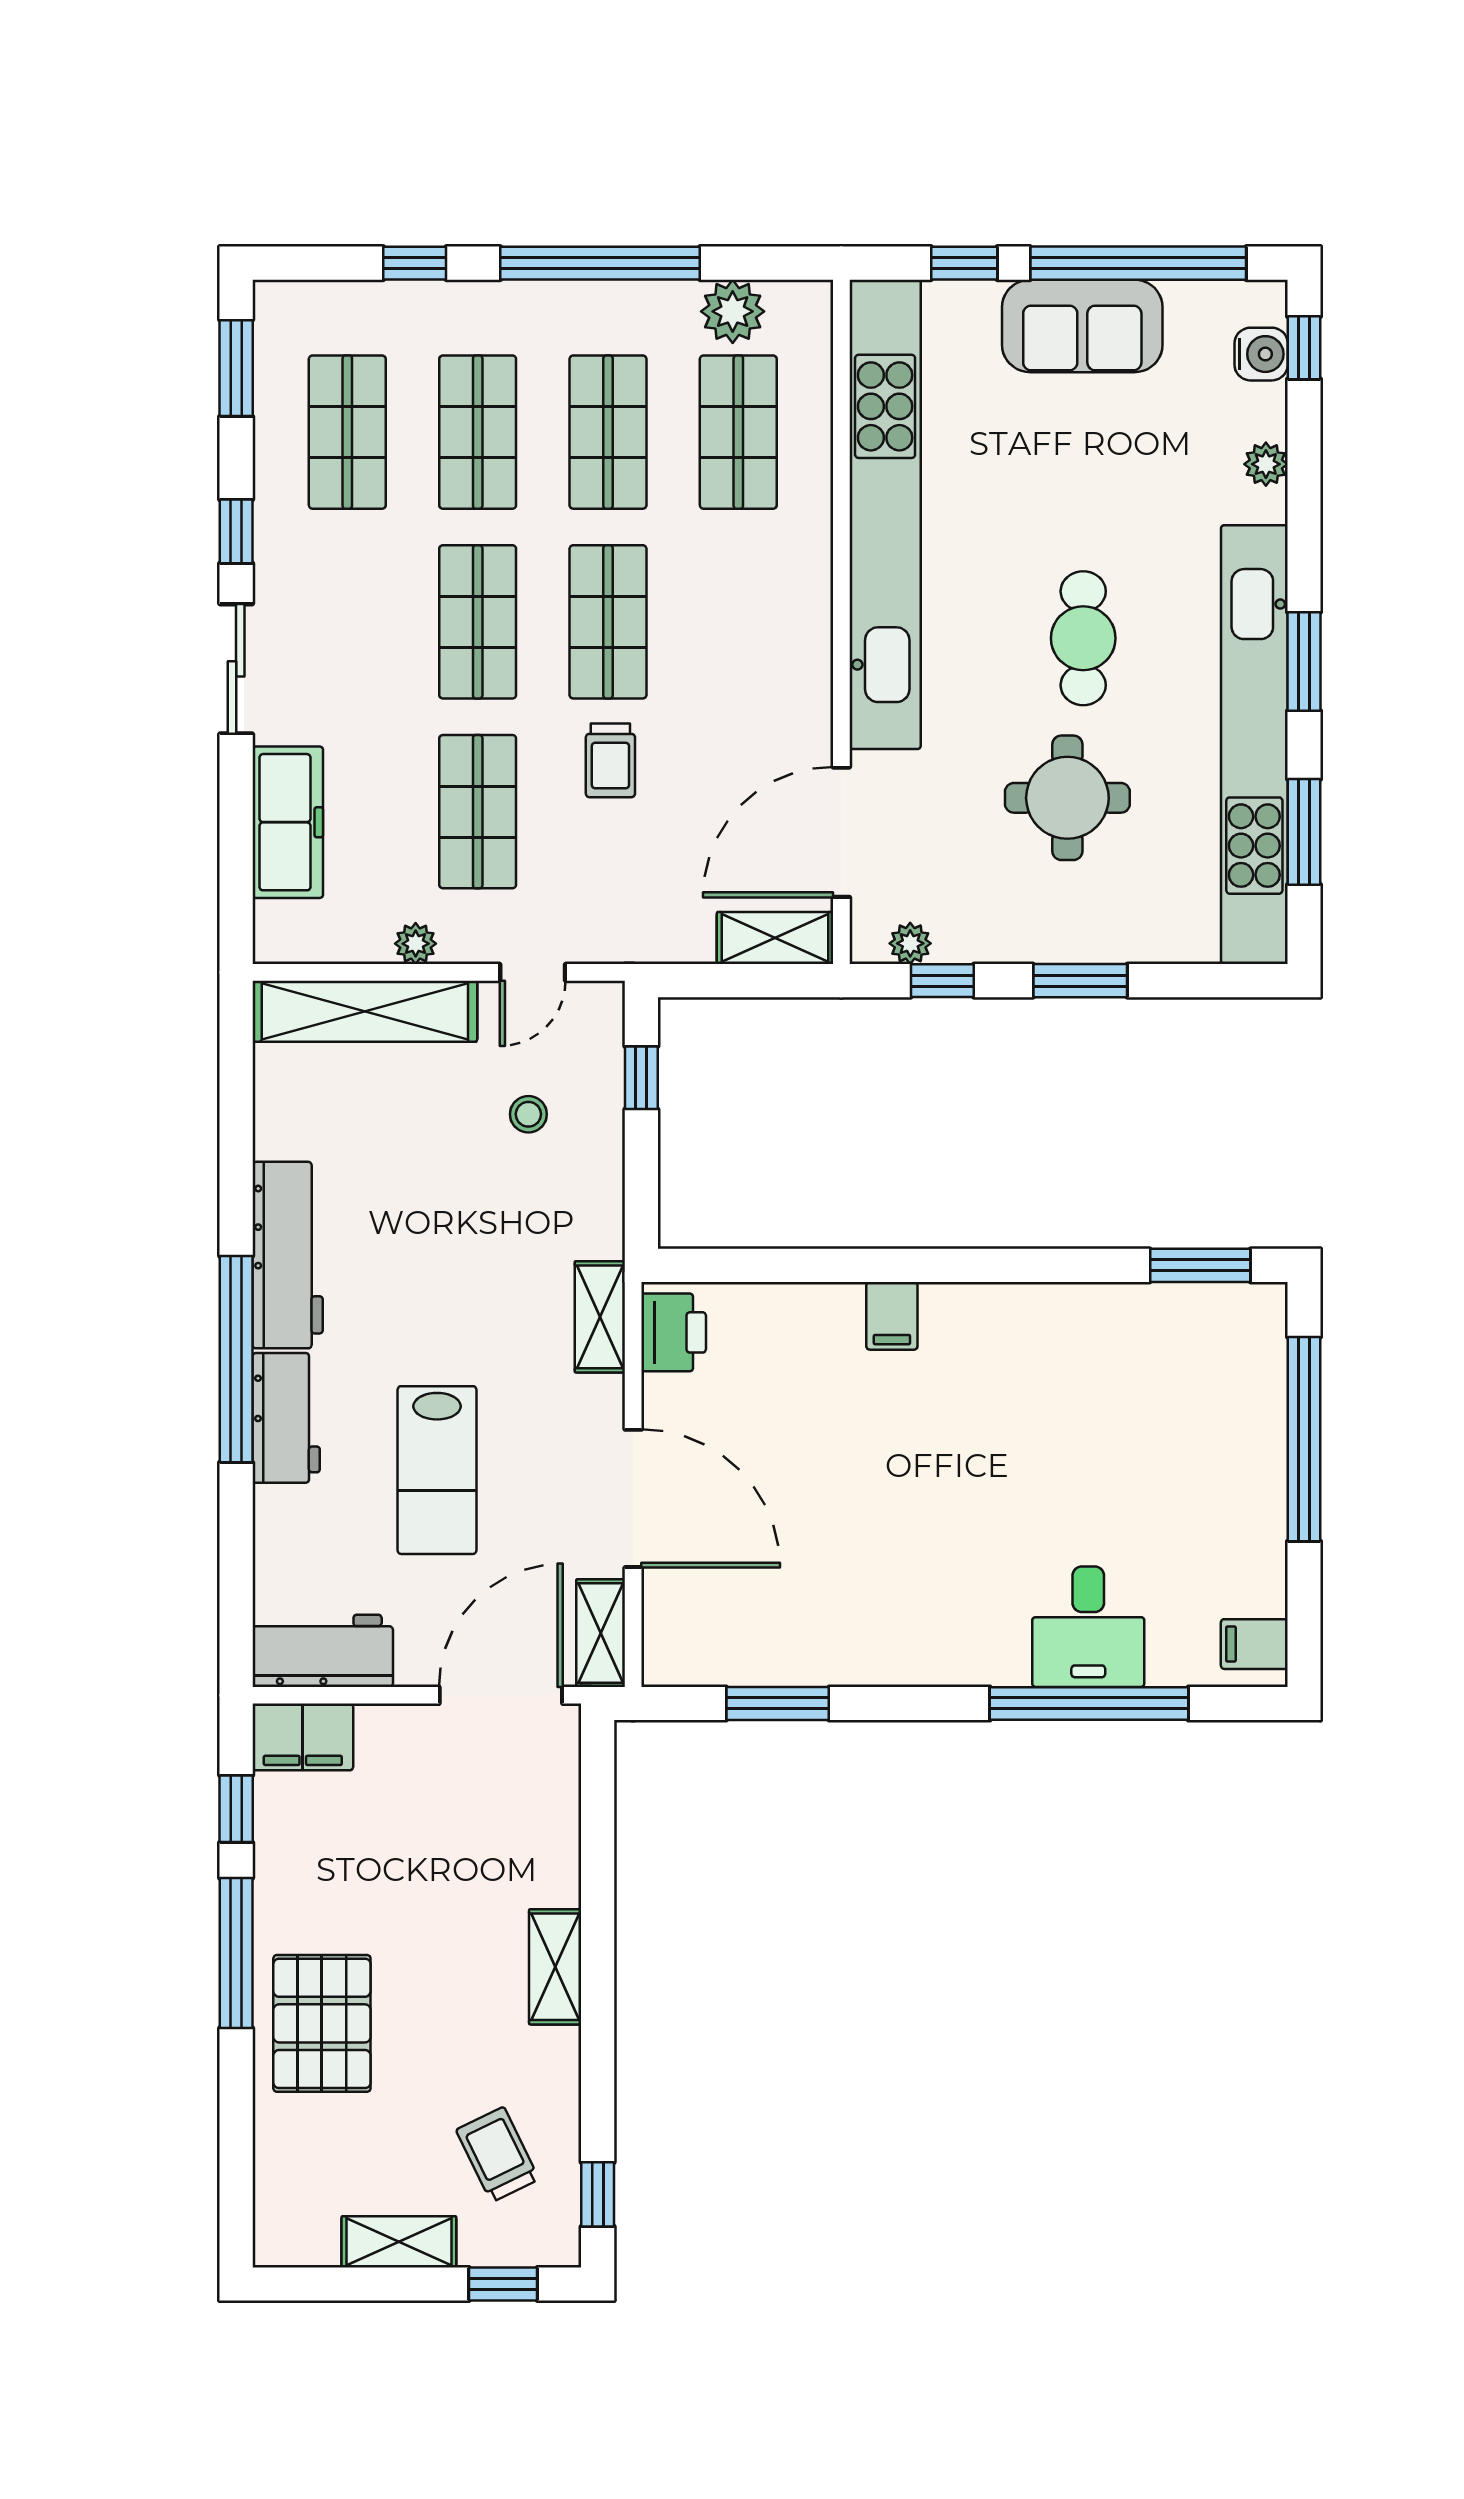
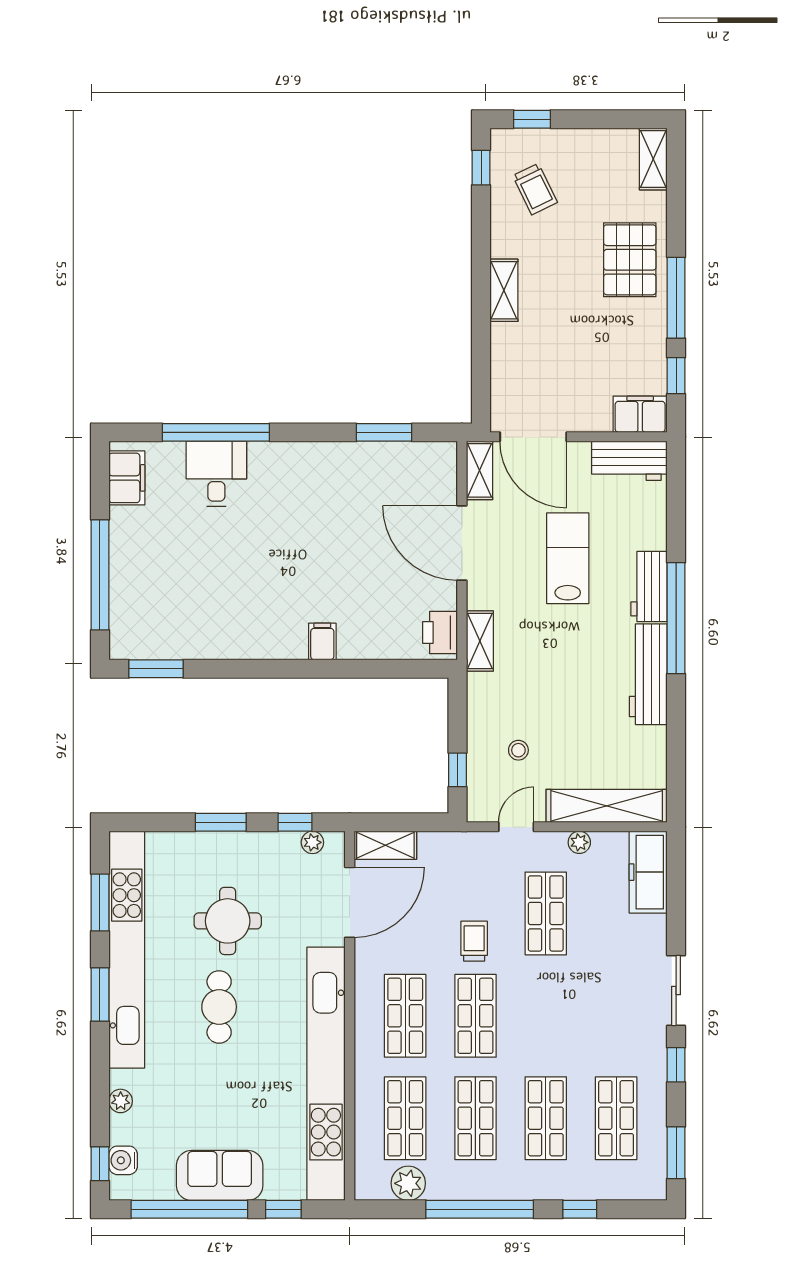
shop shelf: (478, 622) -> (405, 1016), moved
freezer: (288, 822) -> (648, 872), moved
filing cabinet: (1254, 1644) -> (127, 478), width x2.00
door: (501, 1695) -> (533, 437), hinge flipped
shelving: (399, 2242) -> (653, 159), moved, turned 90

